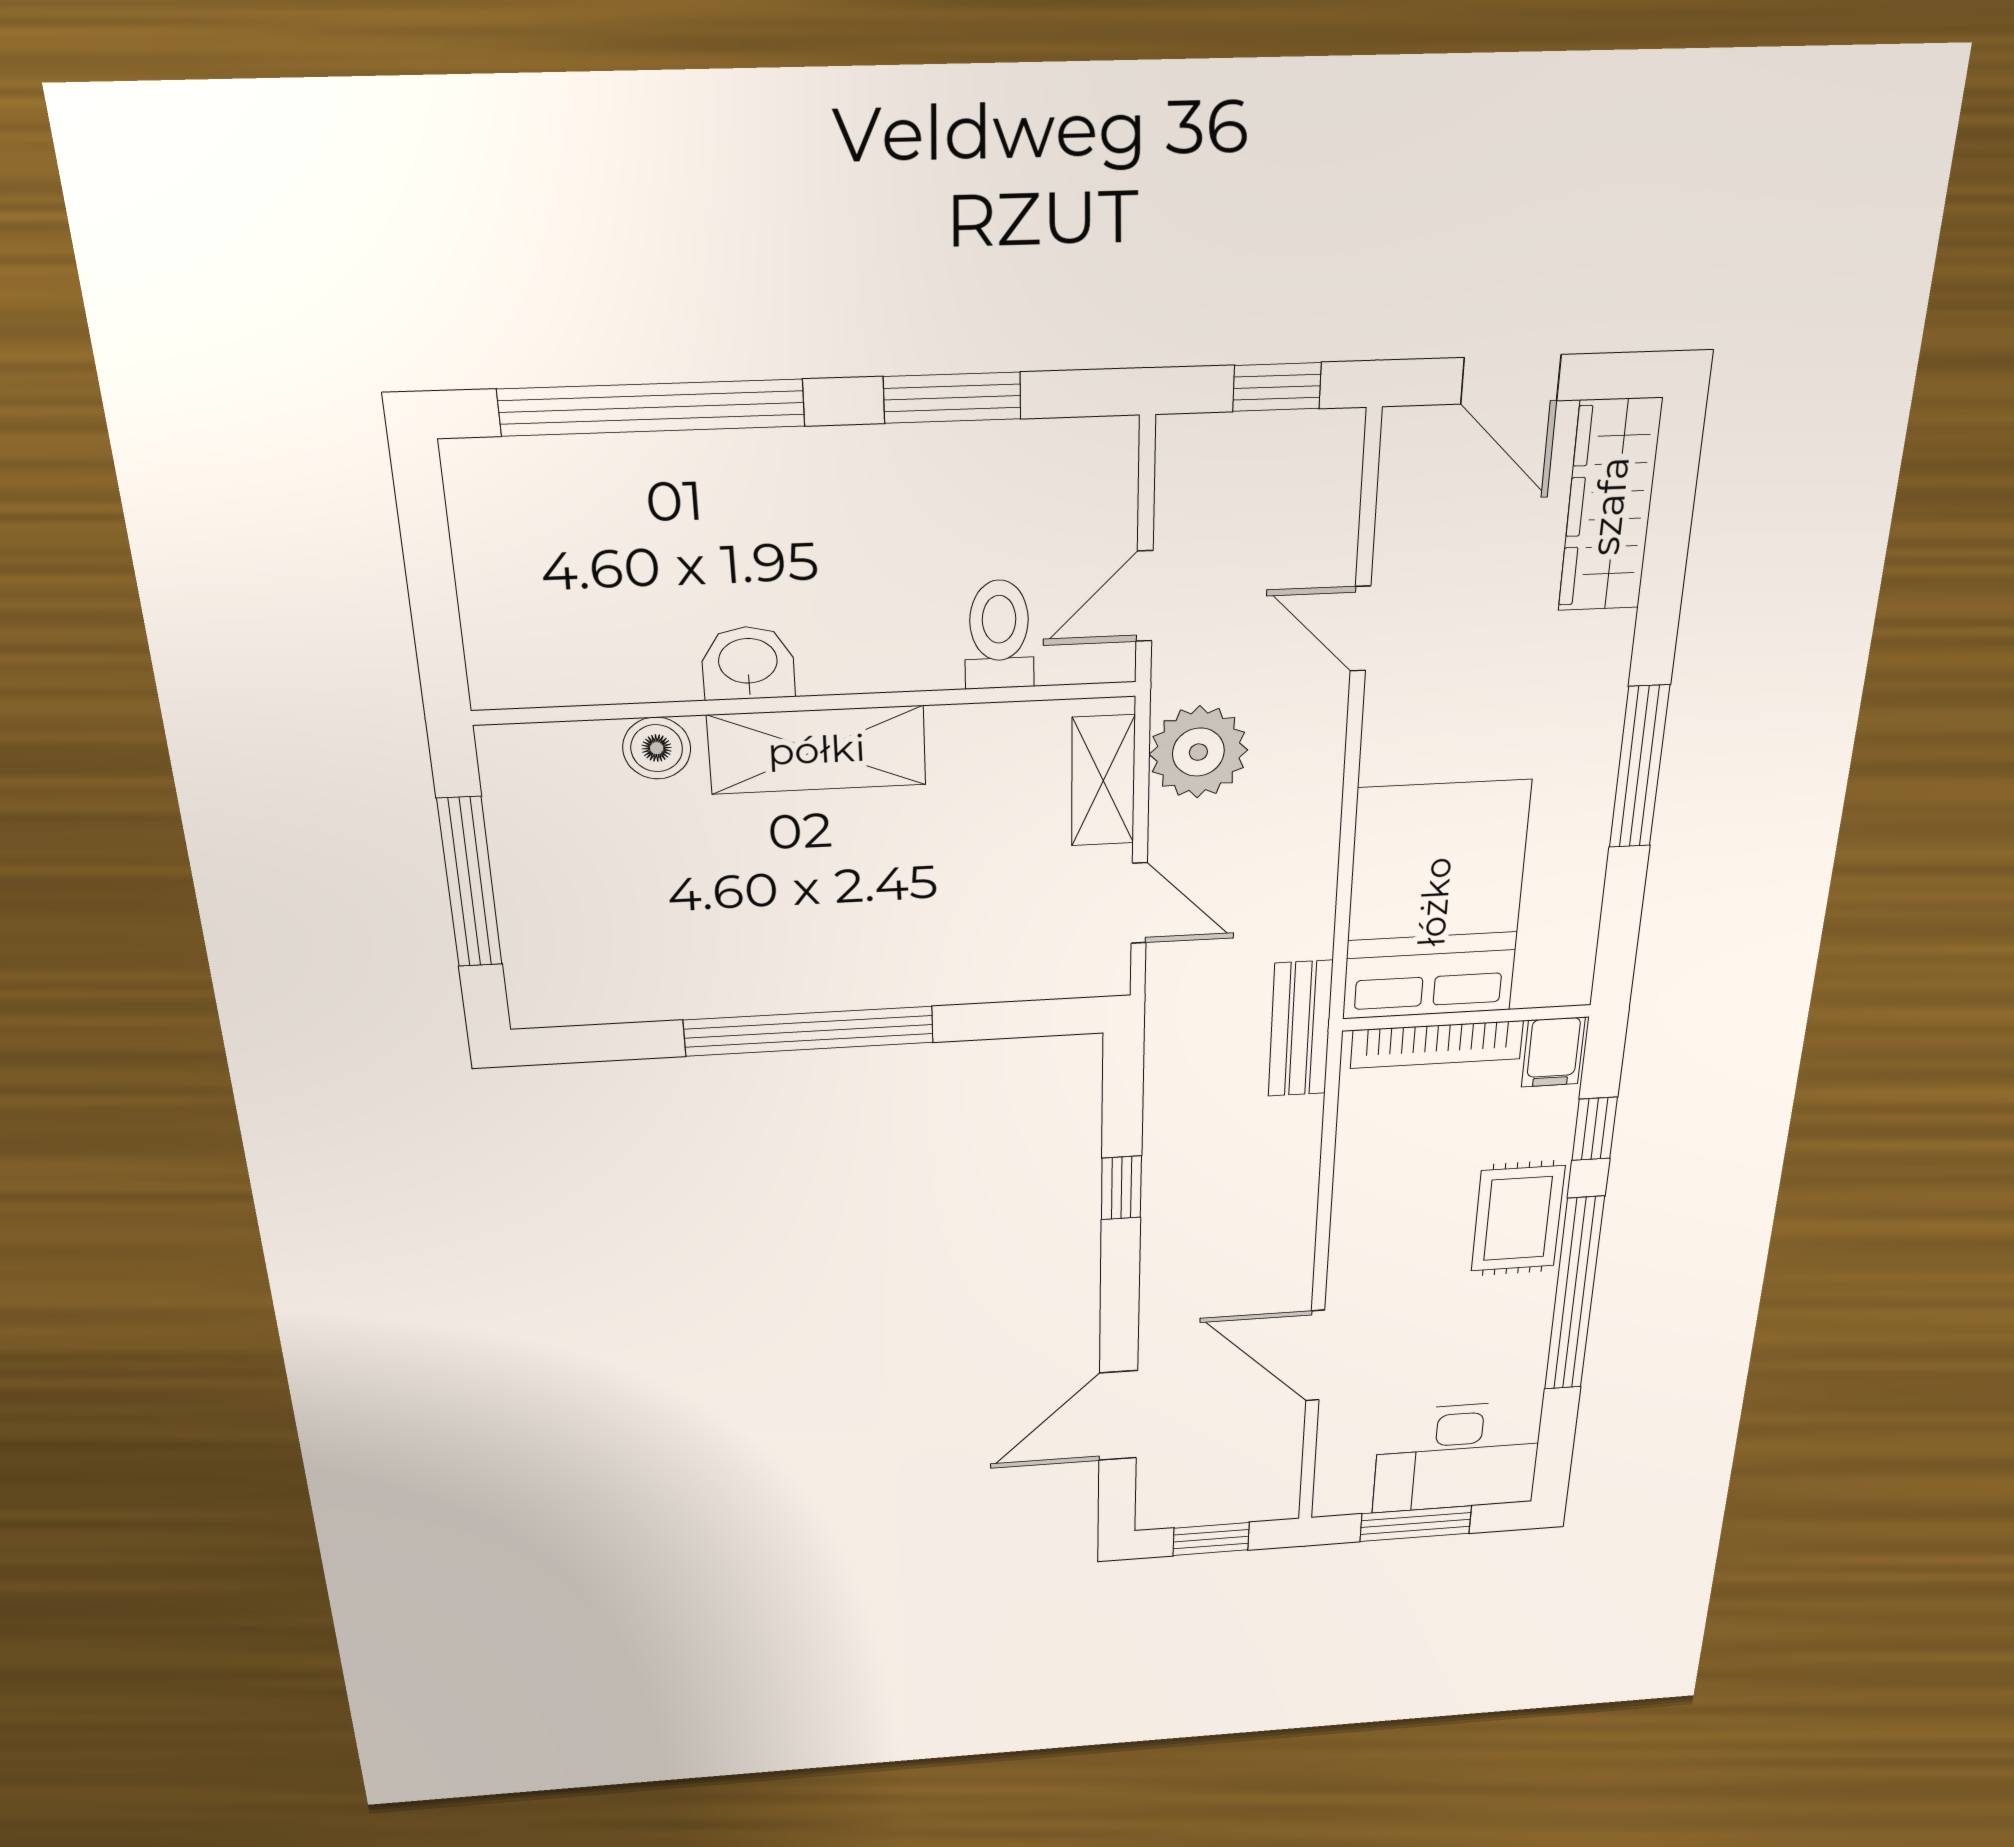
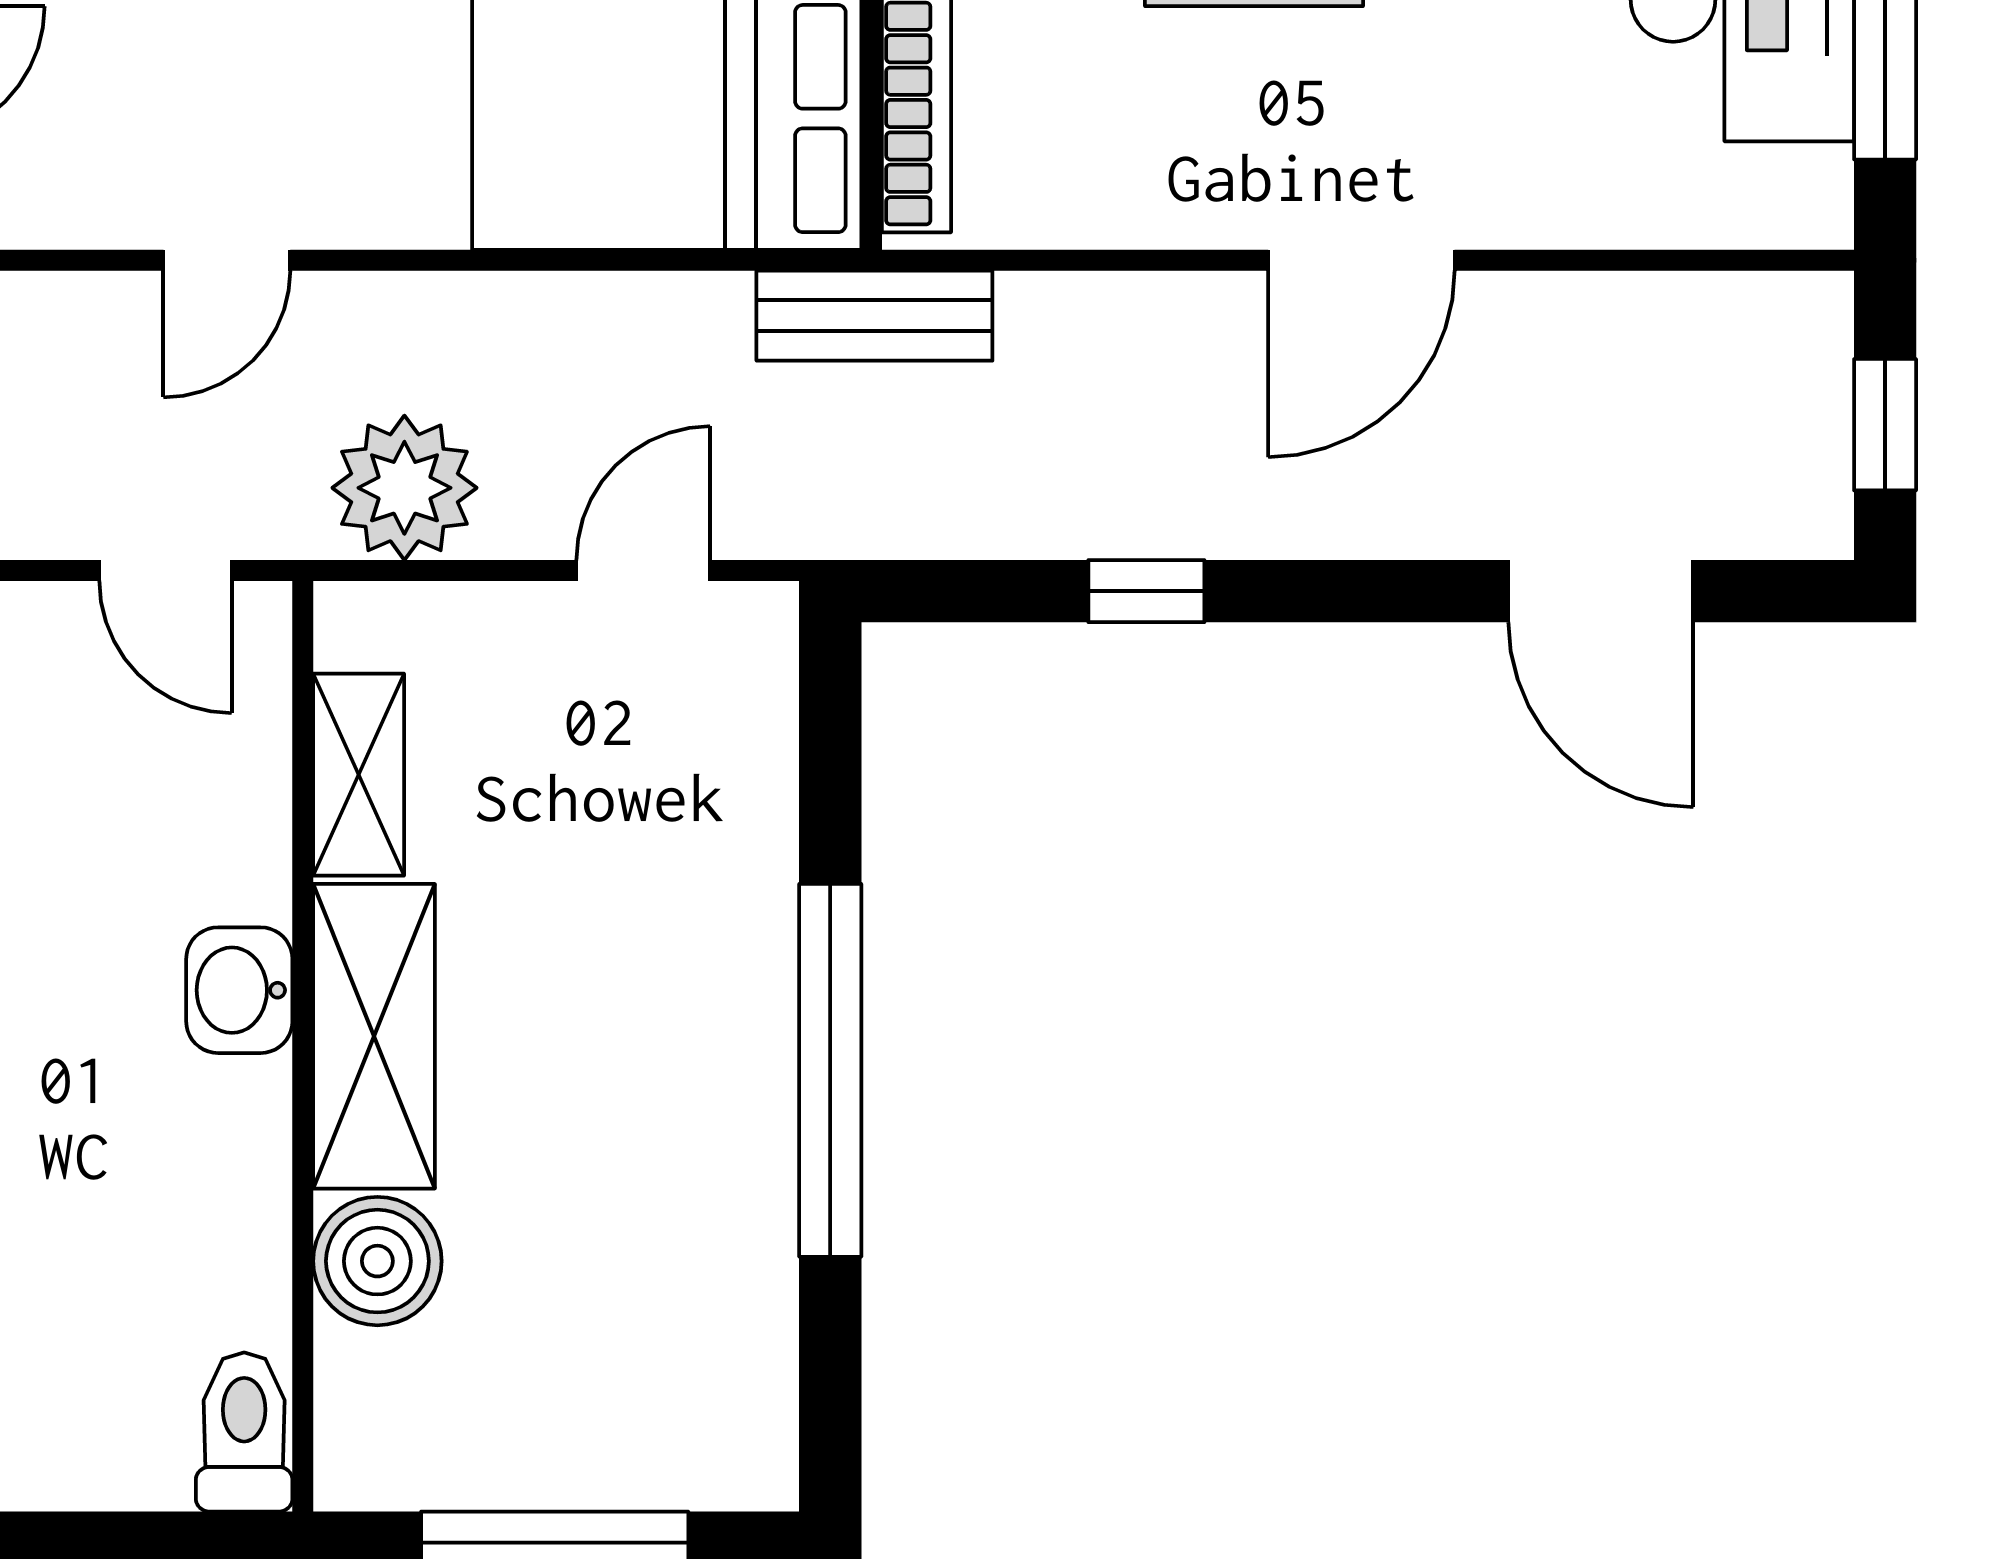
toilet: (999, 634) -> (244, 1432), moved, turned 90
washbasin: (748, 663) -> (239, 990), moved
boiler: (657, 748) -> (377, 1261), width x1.36, depth x1.36
shelving: (1103, 781) -> (359, 775), moved, turned 90
door: (1315, 1356) -> (1361, 260), moved

